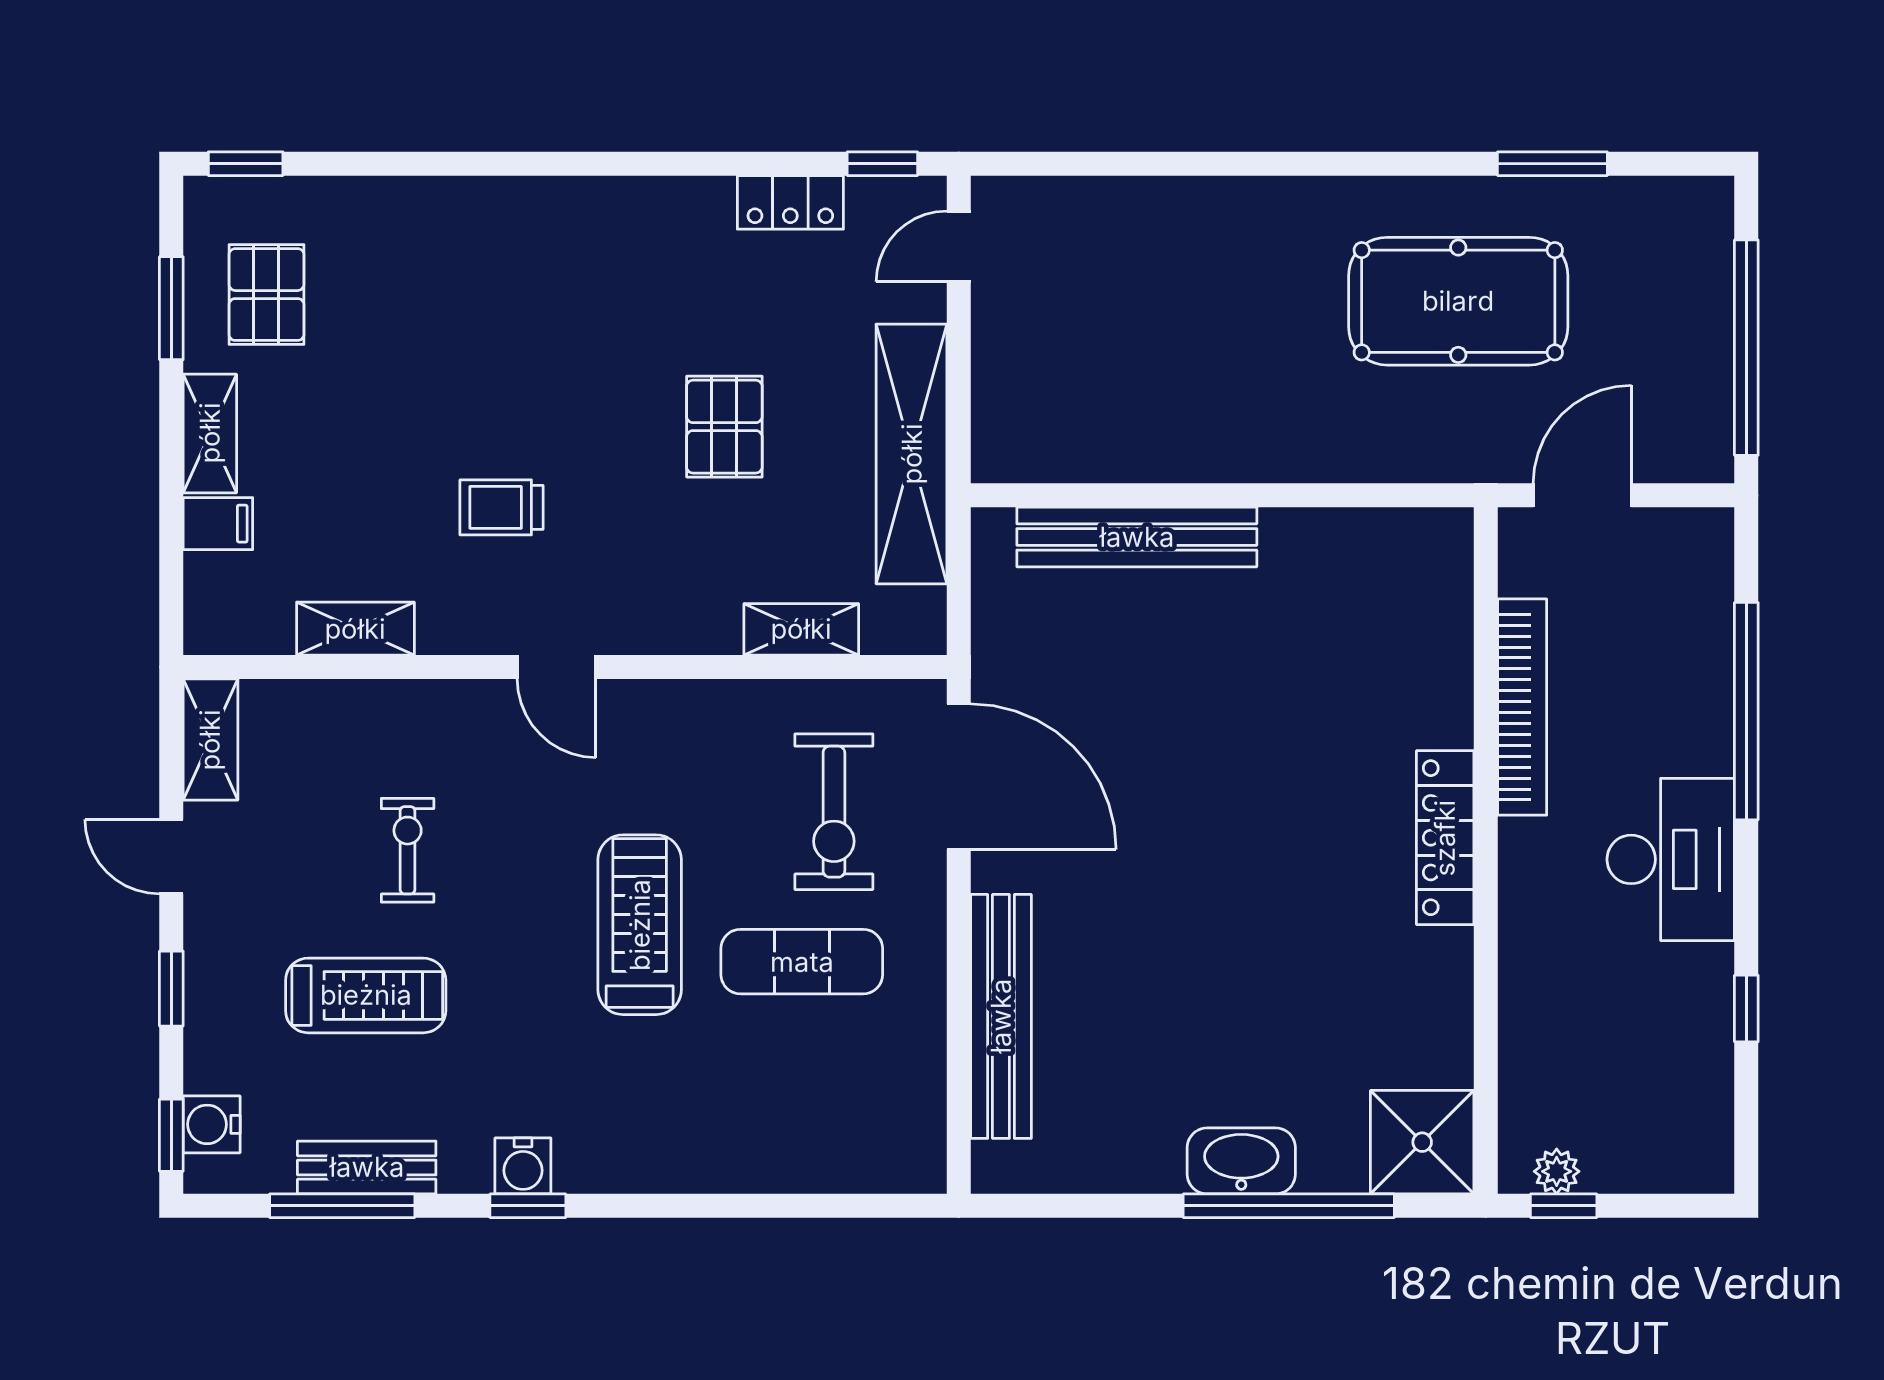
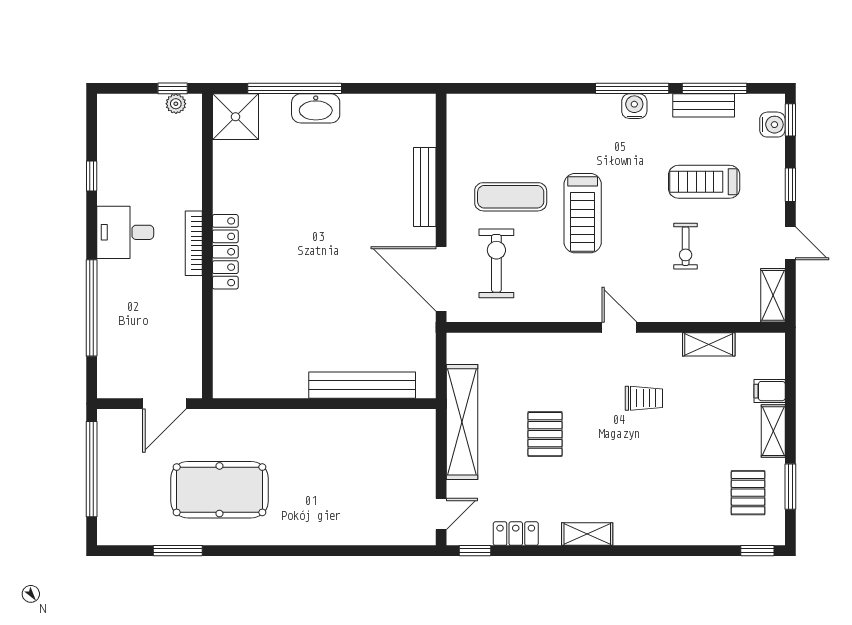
shelving: (801, 629) -> (587, 534), moved
bookcase: (1522, 707) -> (194, 243), moved, width x0.68, depth x0.76
desk: (1671, 859) -> (125, 232), width x0.73
bench: (1001, 1016) -> (425, 187), width x0.73, depth x0.82
window: (528, 1206) -> (632, 88), width x2.17

